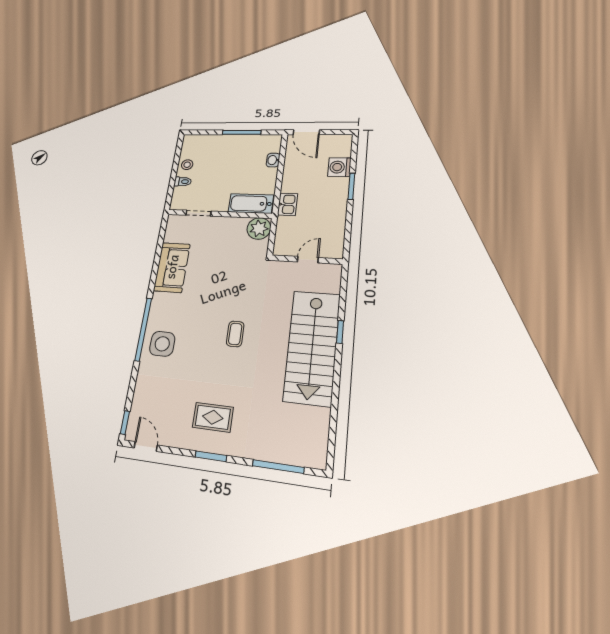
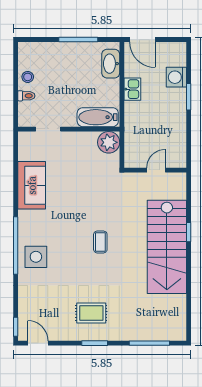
washbasin: (273, 160) -> (111, 64), width x1.91, depth x1.45
kitchen sink: (287, 204) -> (132, 89), moved

